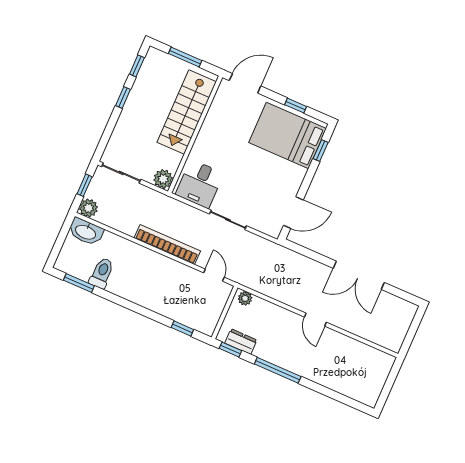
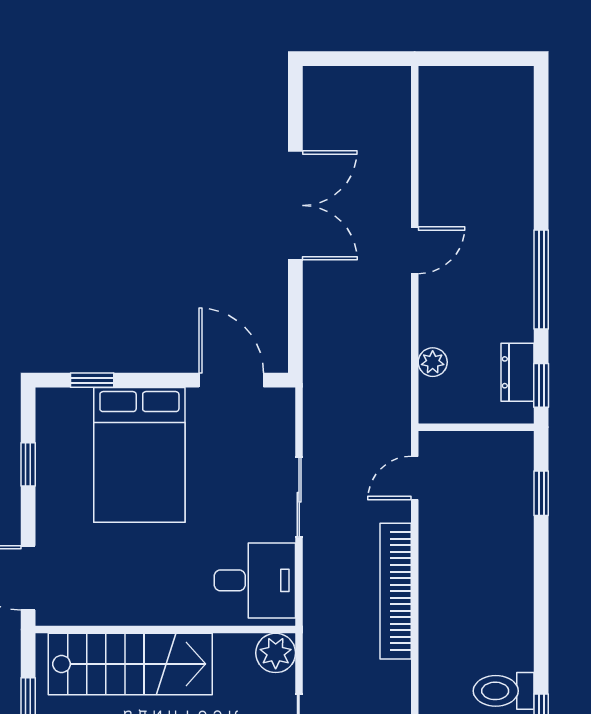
bed: (287, 136) -> (139, 455), moved
plant: (245, 298) -> (433, 362), moved

